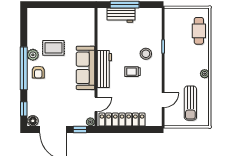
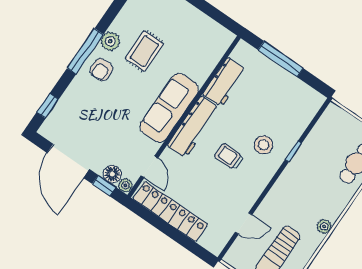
workbench: (121, 15) -> (225, 82), moved, turned -90
rug: (53, 48) -> (144, 51), turned 90
window: (24, 68) -> (85, 51), width x0.68
door: (96, 104) -> (149, 167), hinge flipped
floor lamp: (33, 121) -> (112, 174), moved

